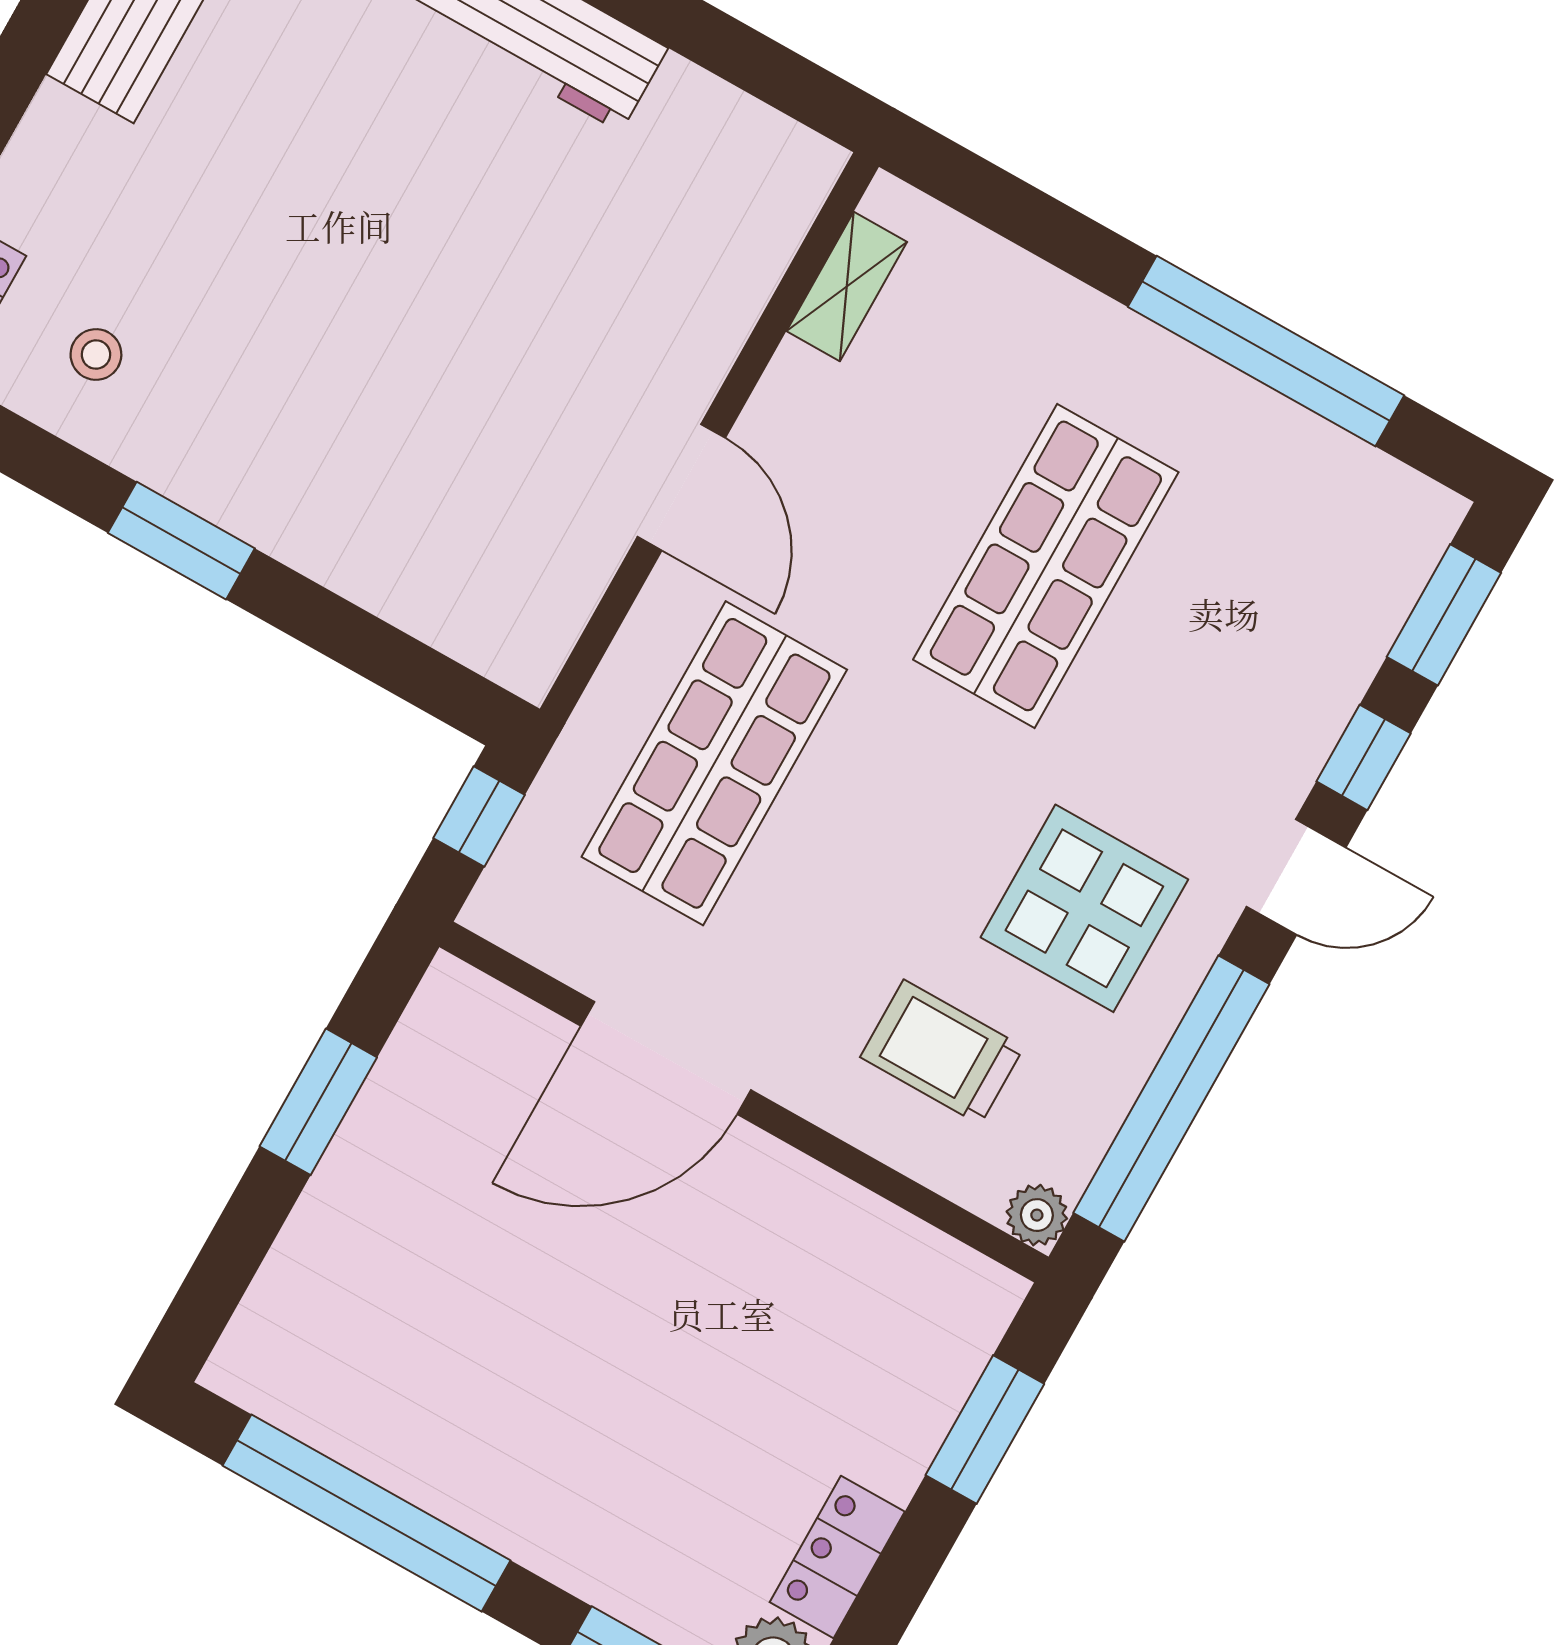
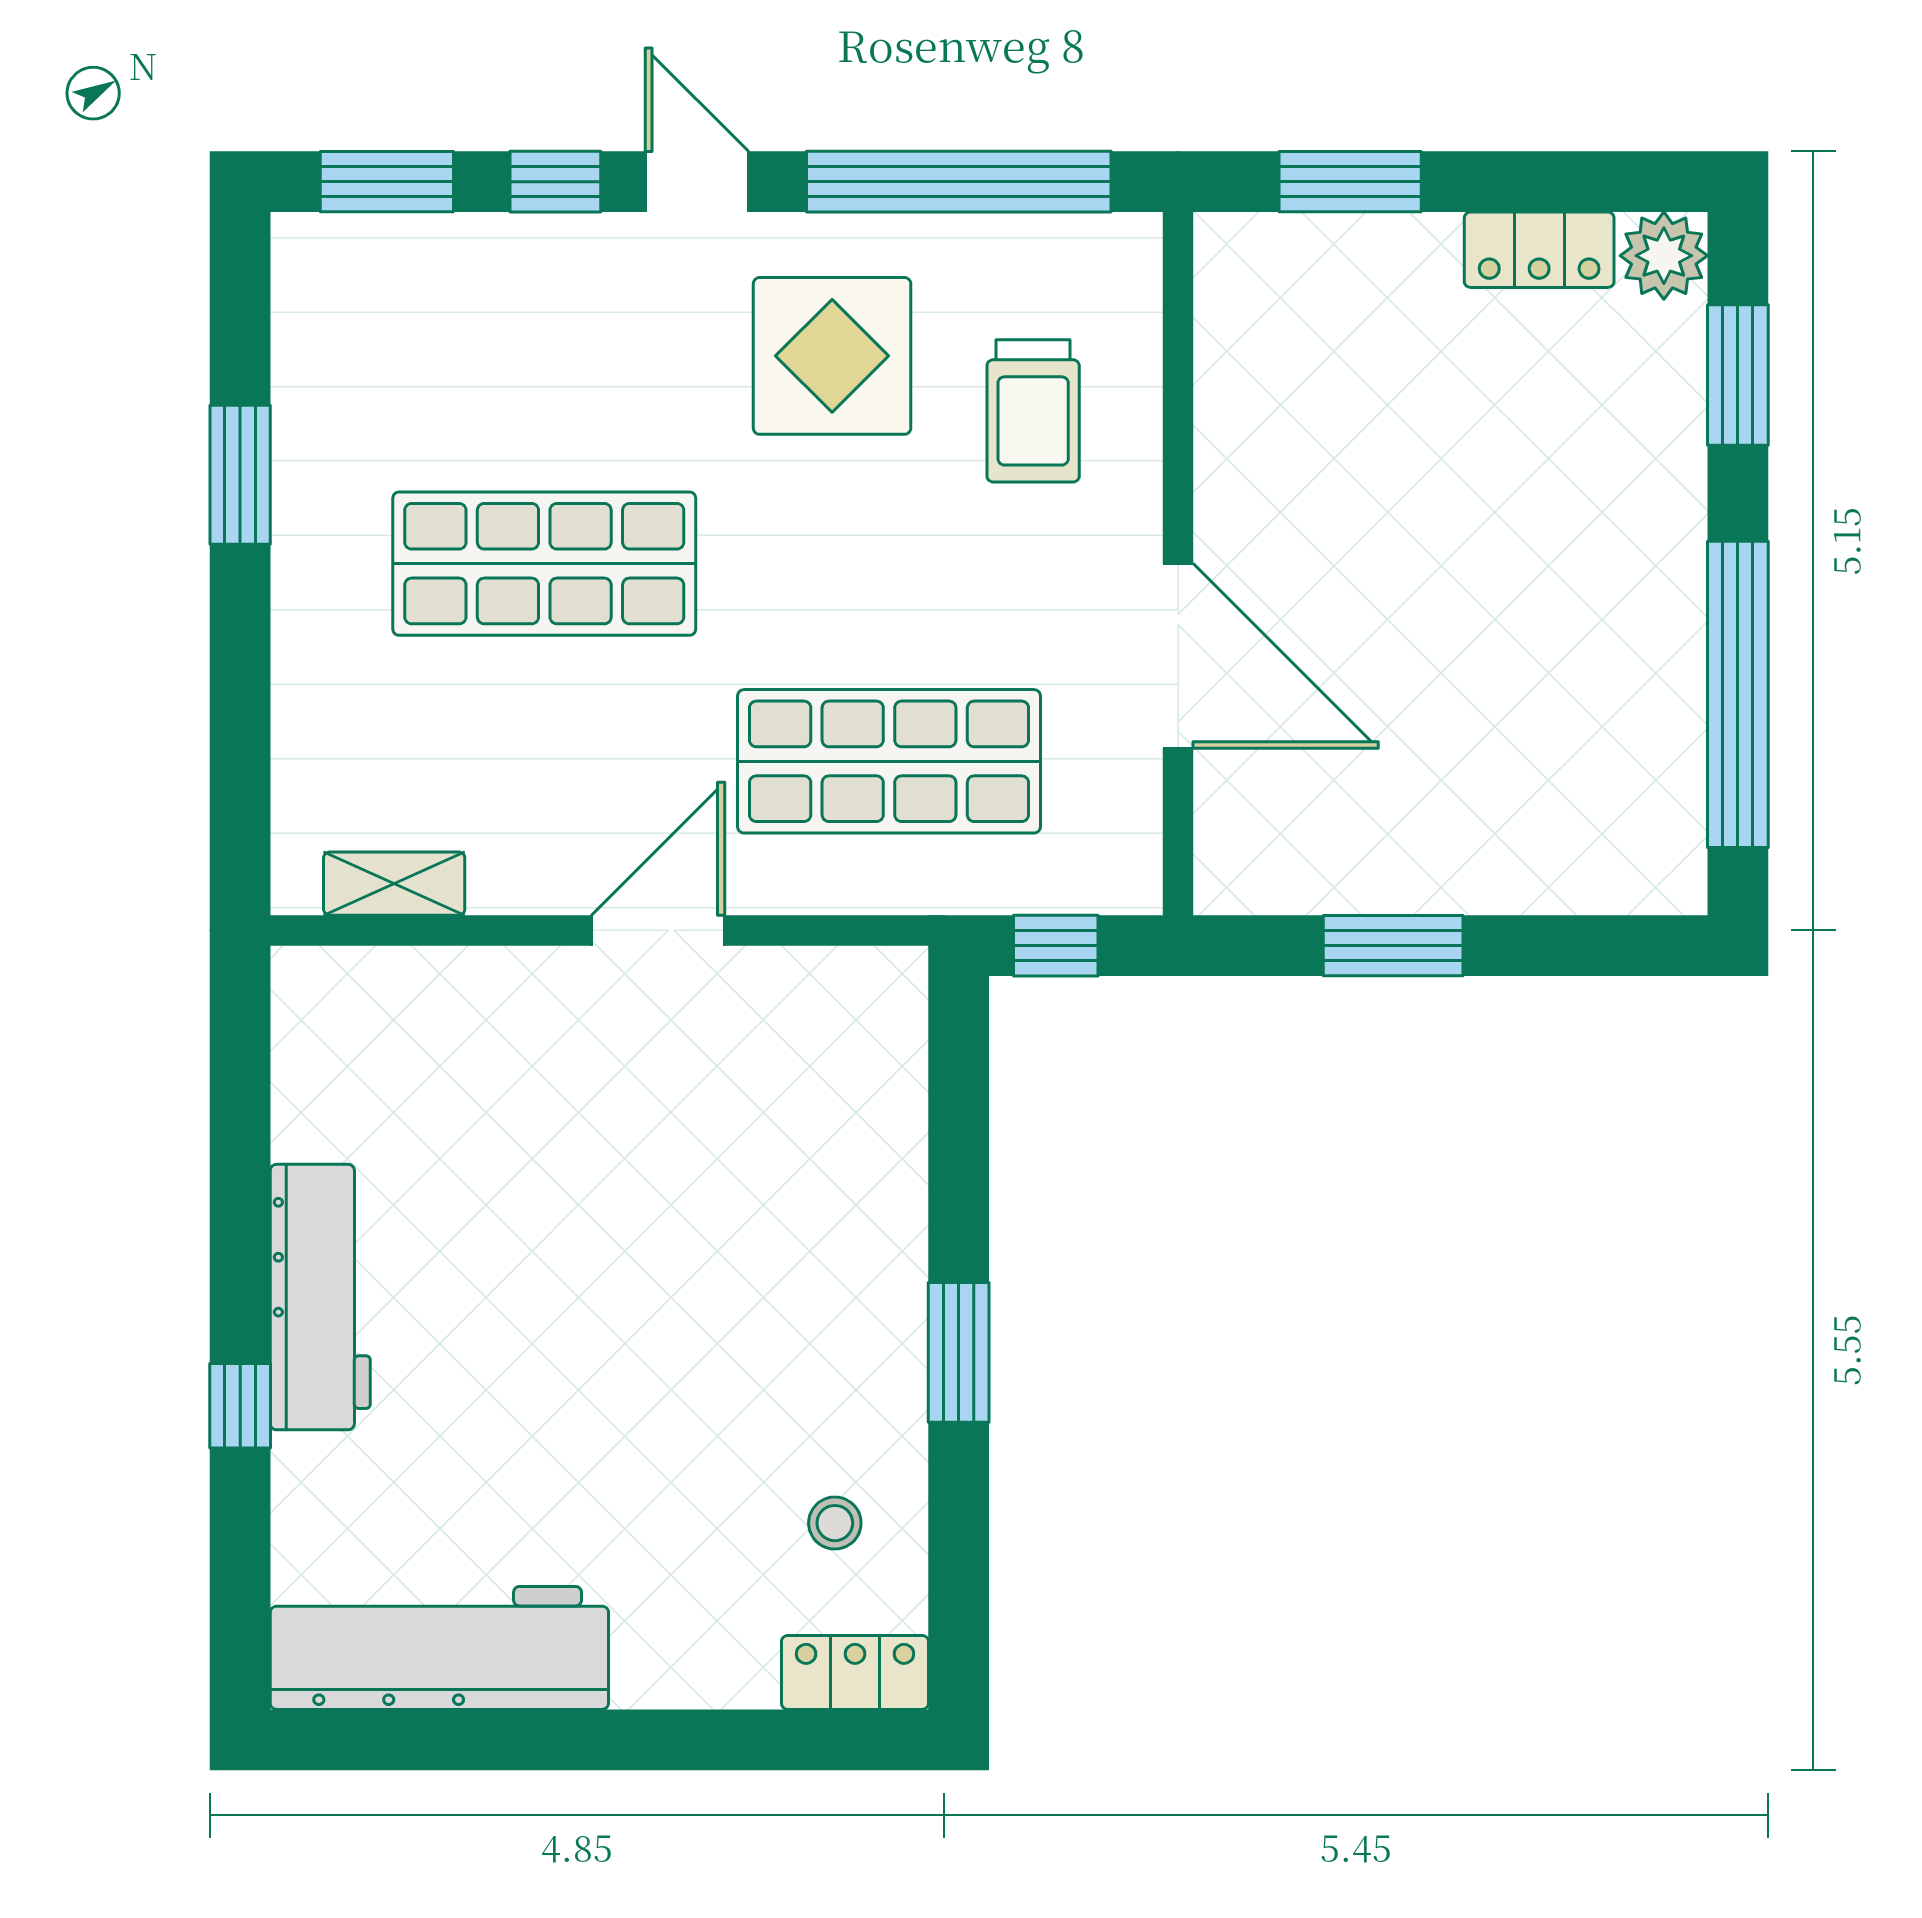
window: (1266, 351) -> (240, 475), width x0.47
plant: (1037, 1215) -> (1131, 243), removed

